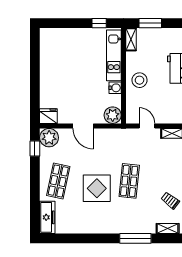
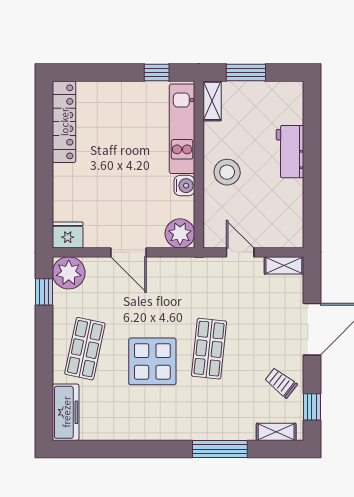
locker: (46, 51) -> (64, 122), added

